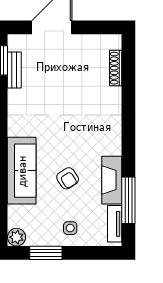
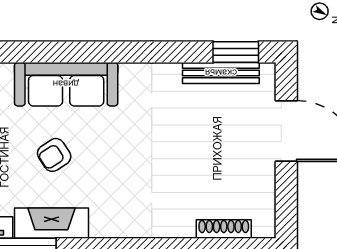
bench: (14, 70) -> (221, 73), width x1.36

